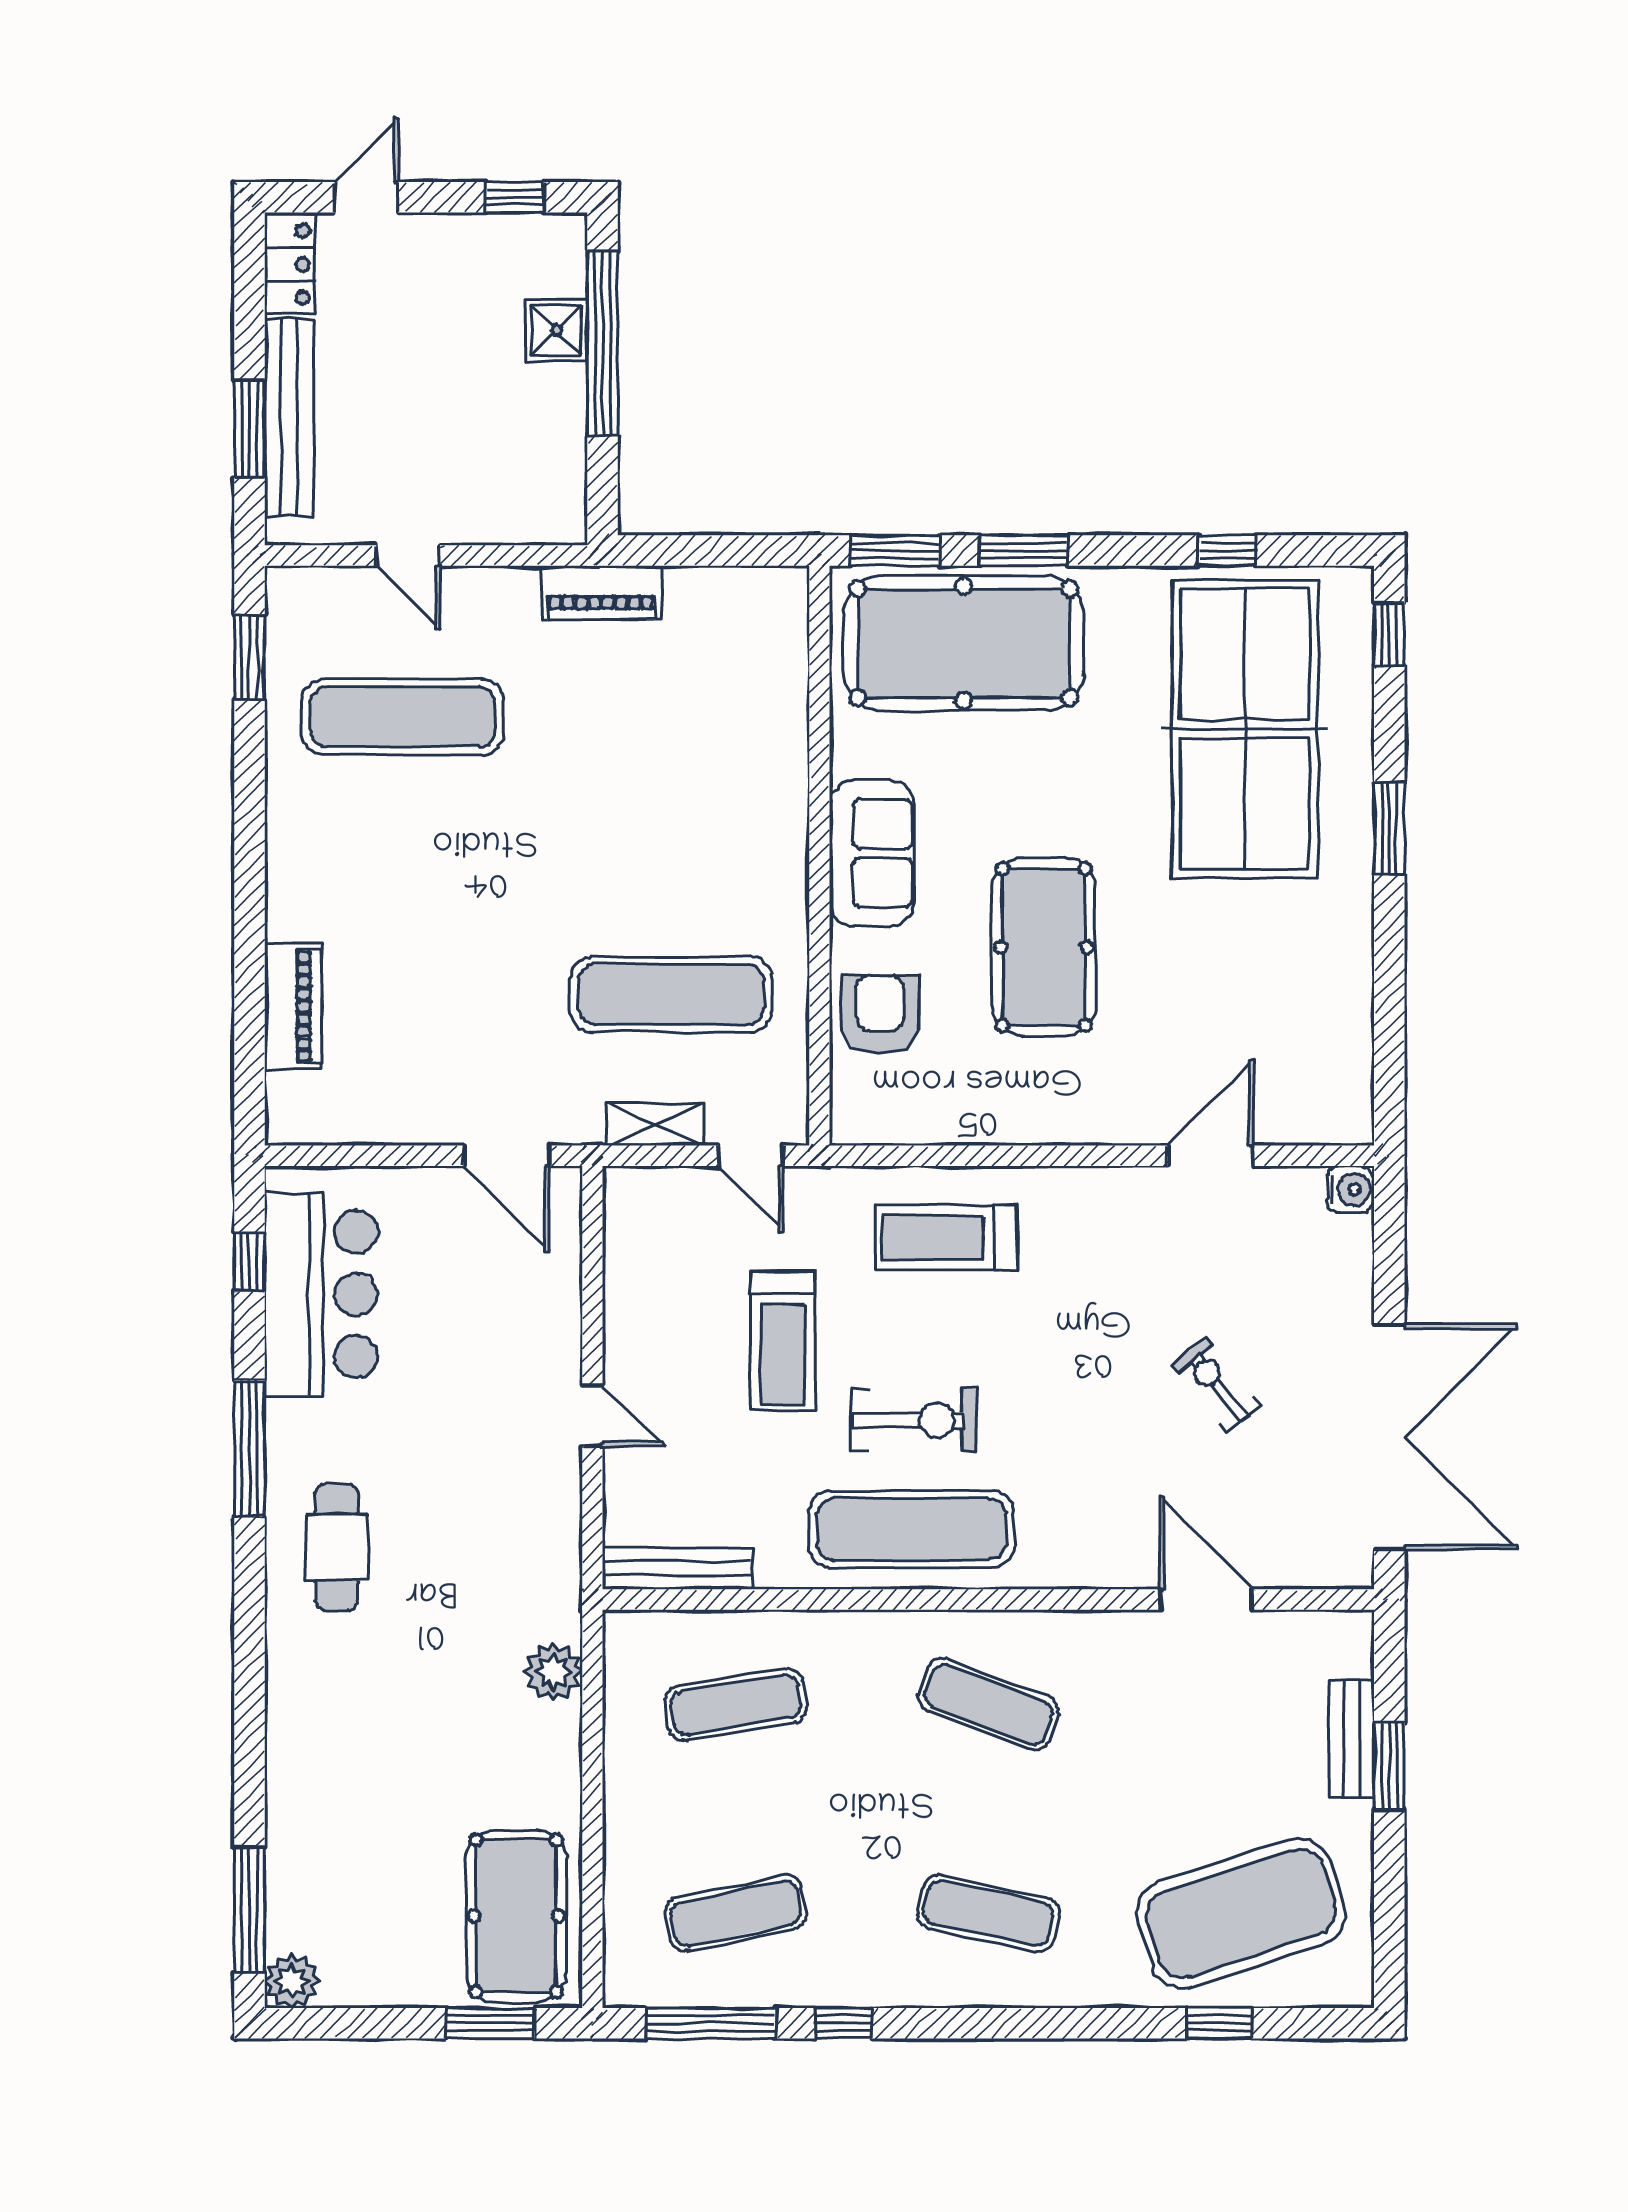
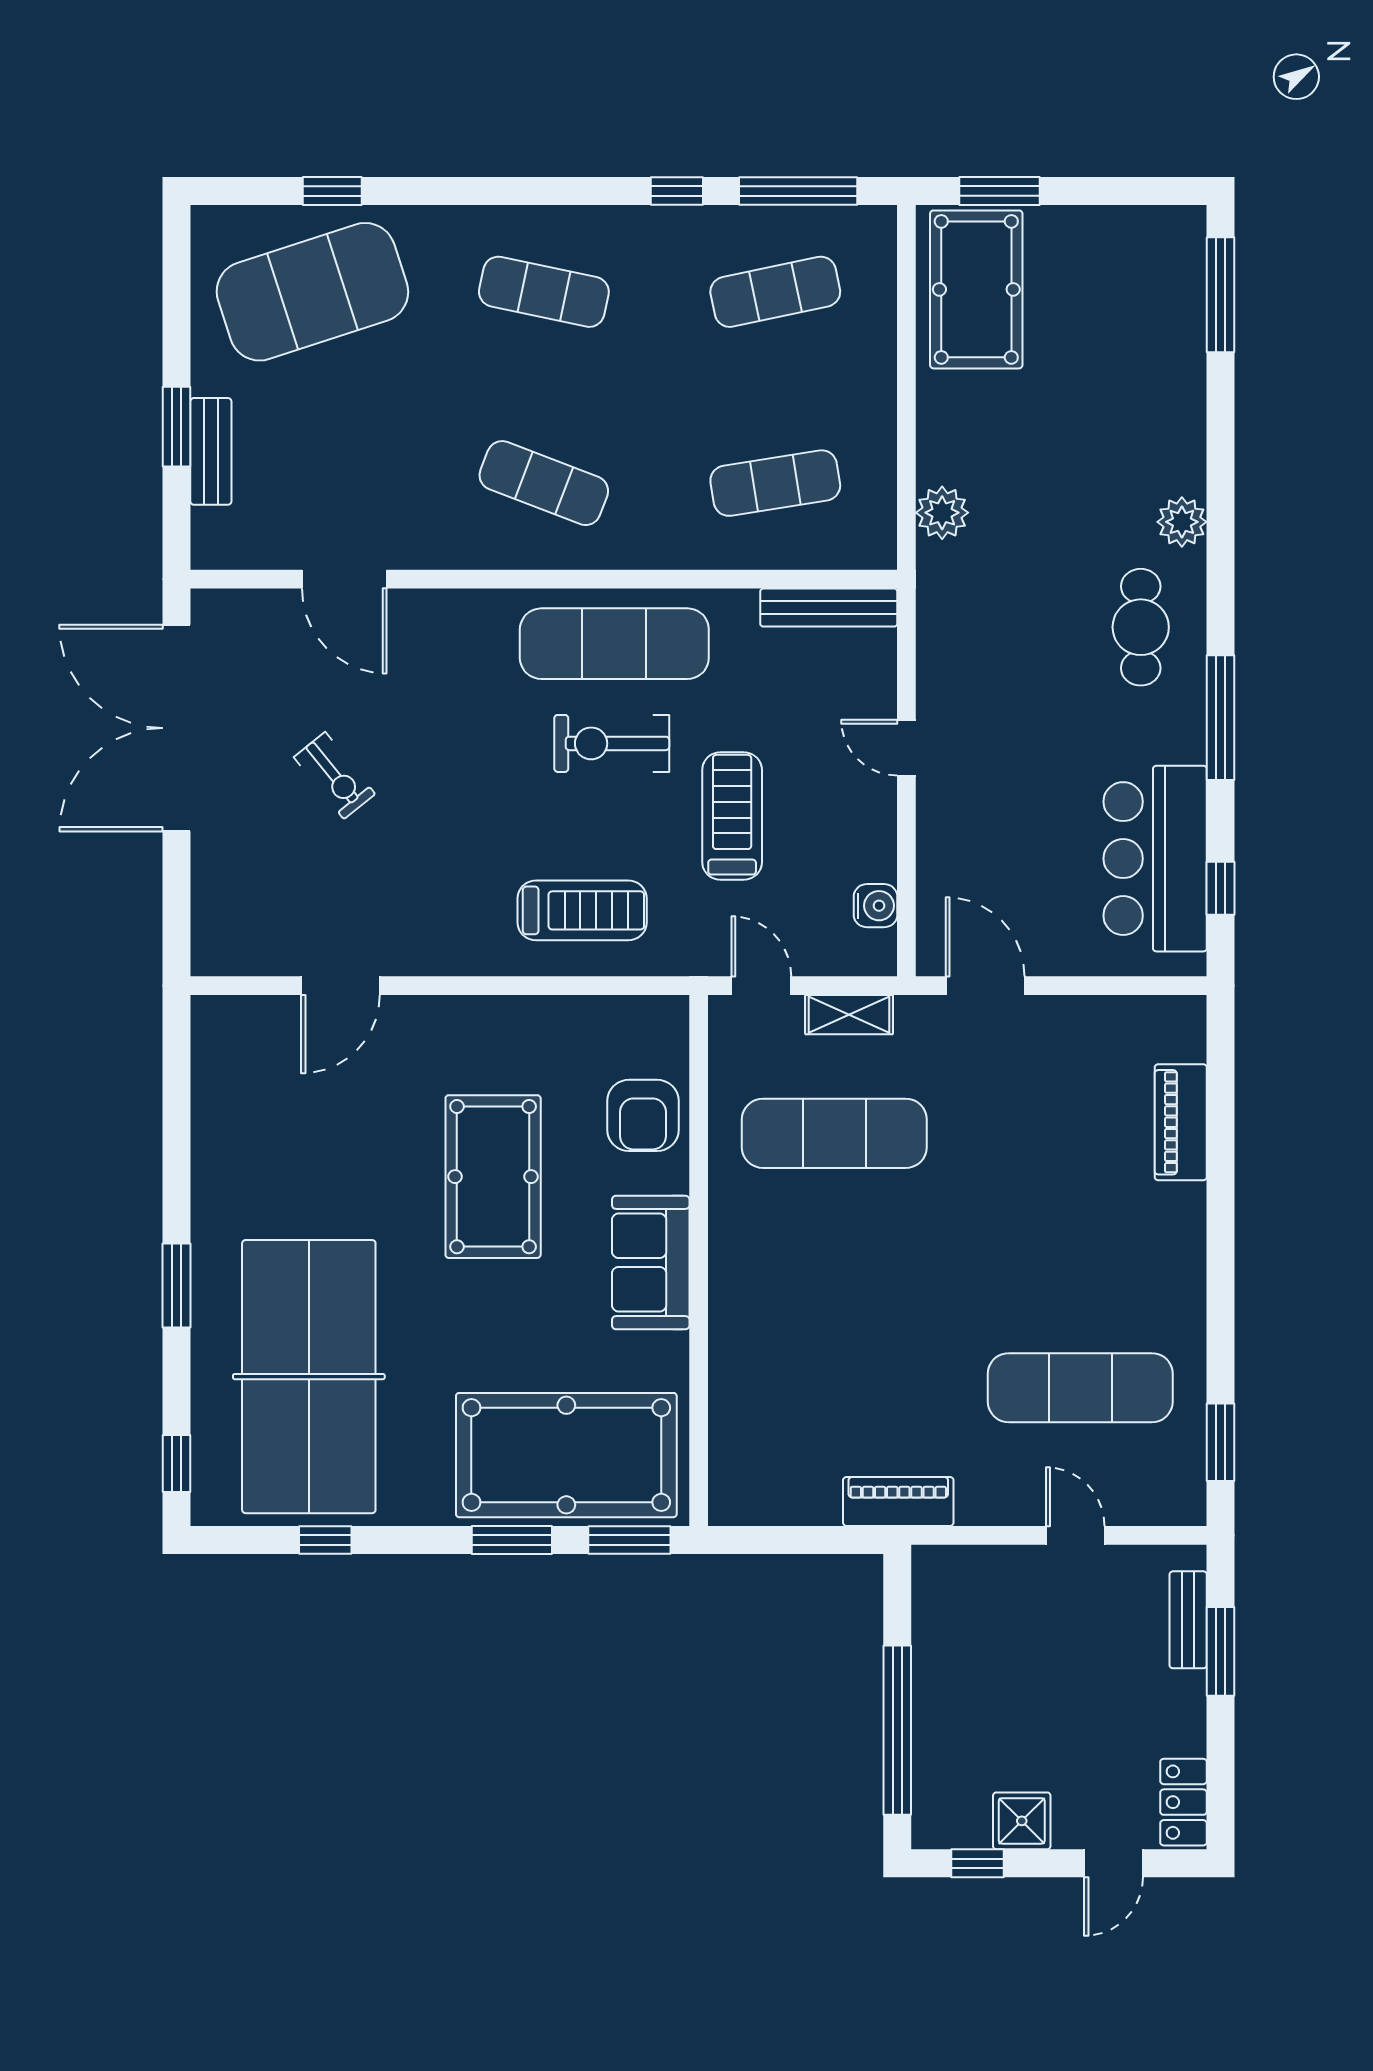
shower: (556, 330) -> (1022, 1821), moved
bench: (289, 417) -> (1188, 1620), width x0.54, depth x0.82
water cooler: (1350, 1190) -> (876, 906), moved, turned 180
plant: (292, 1981) -> (1182, 522), moved

